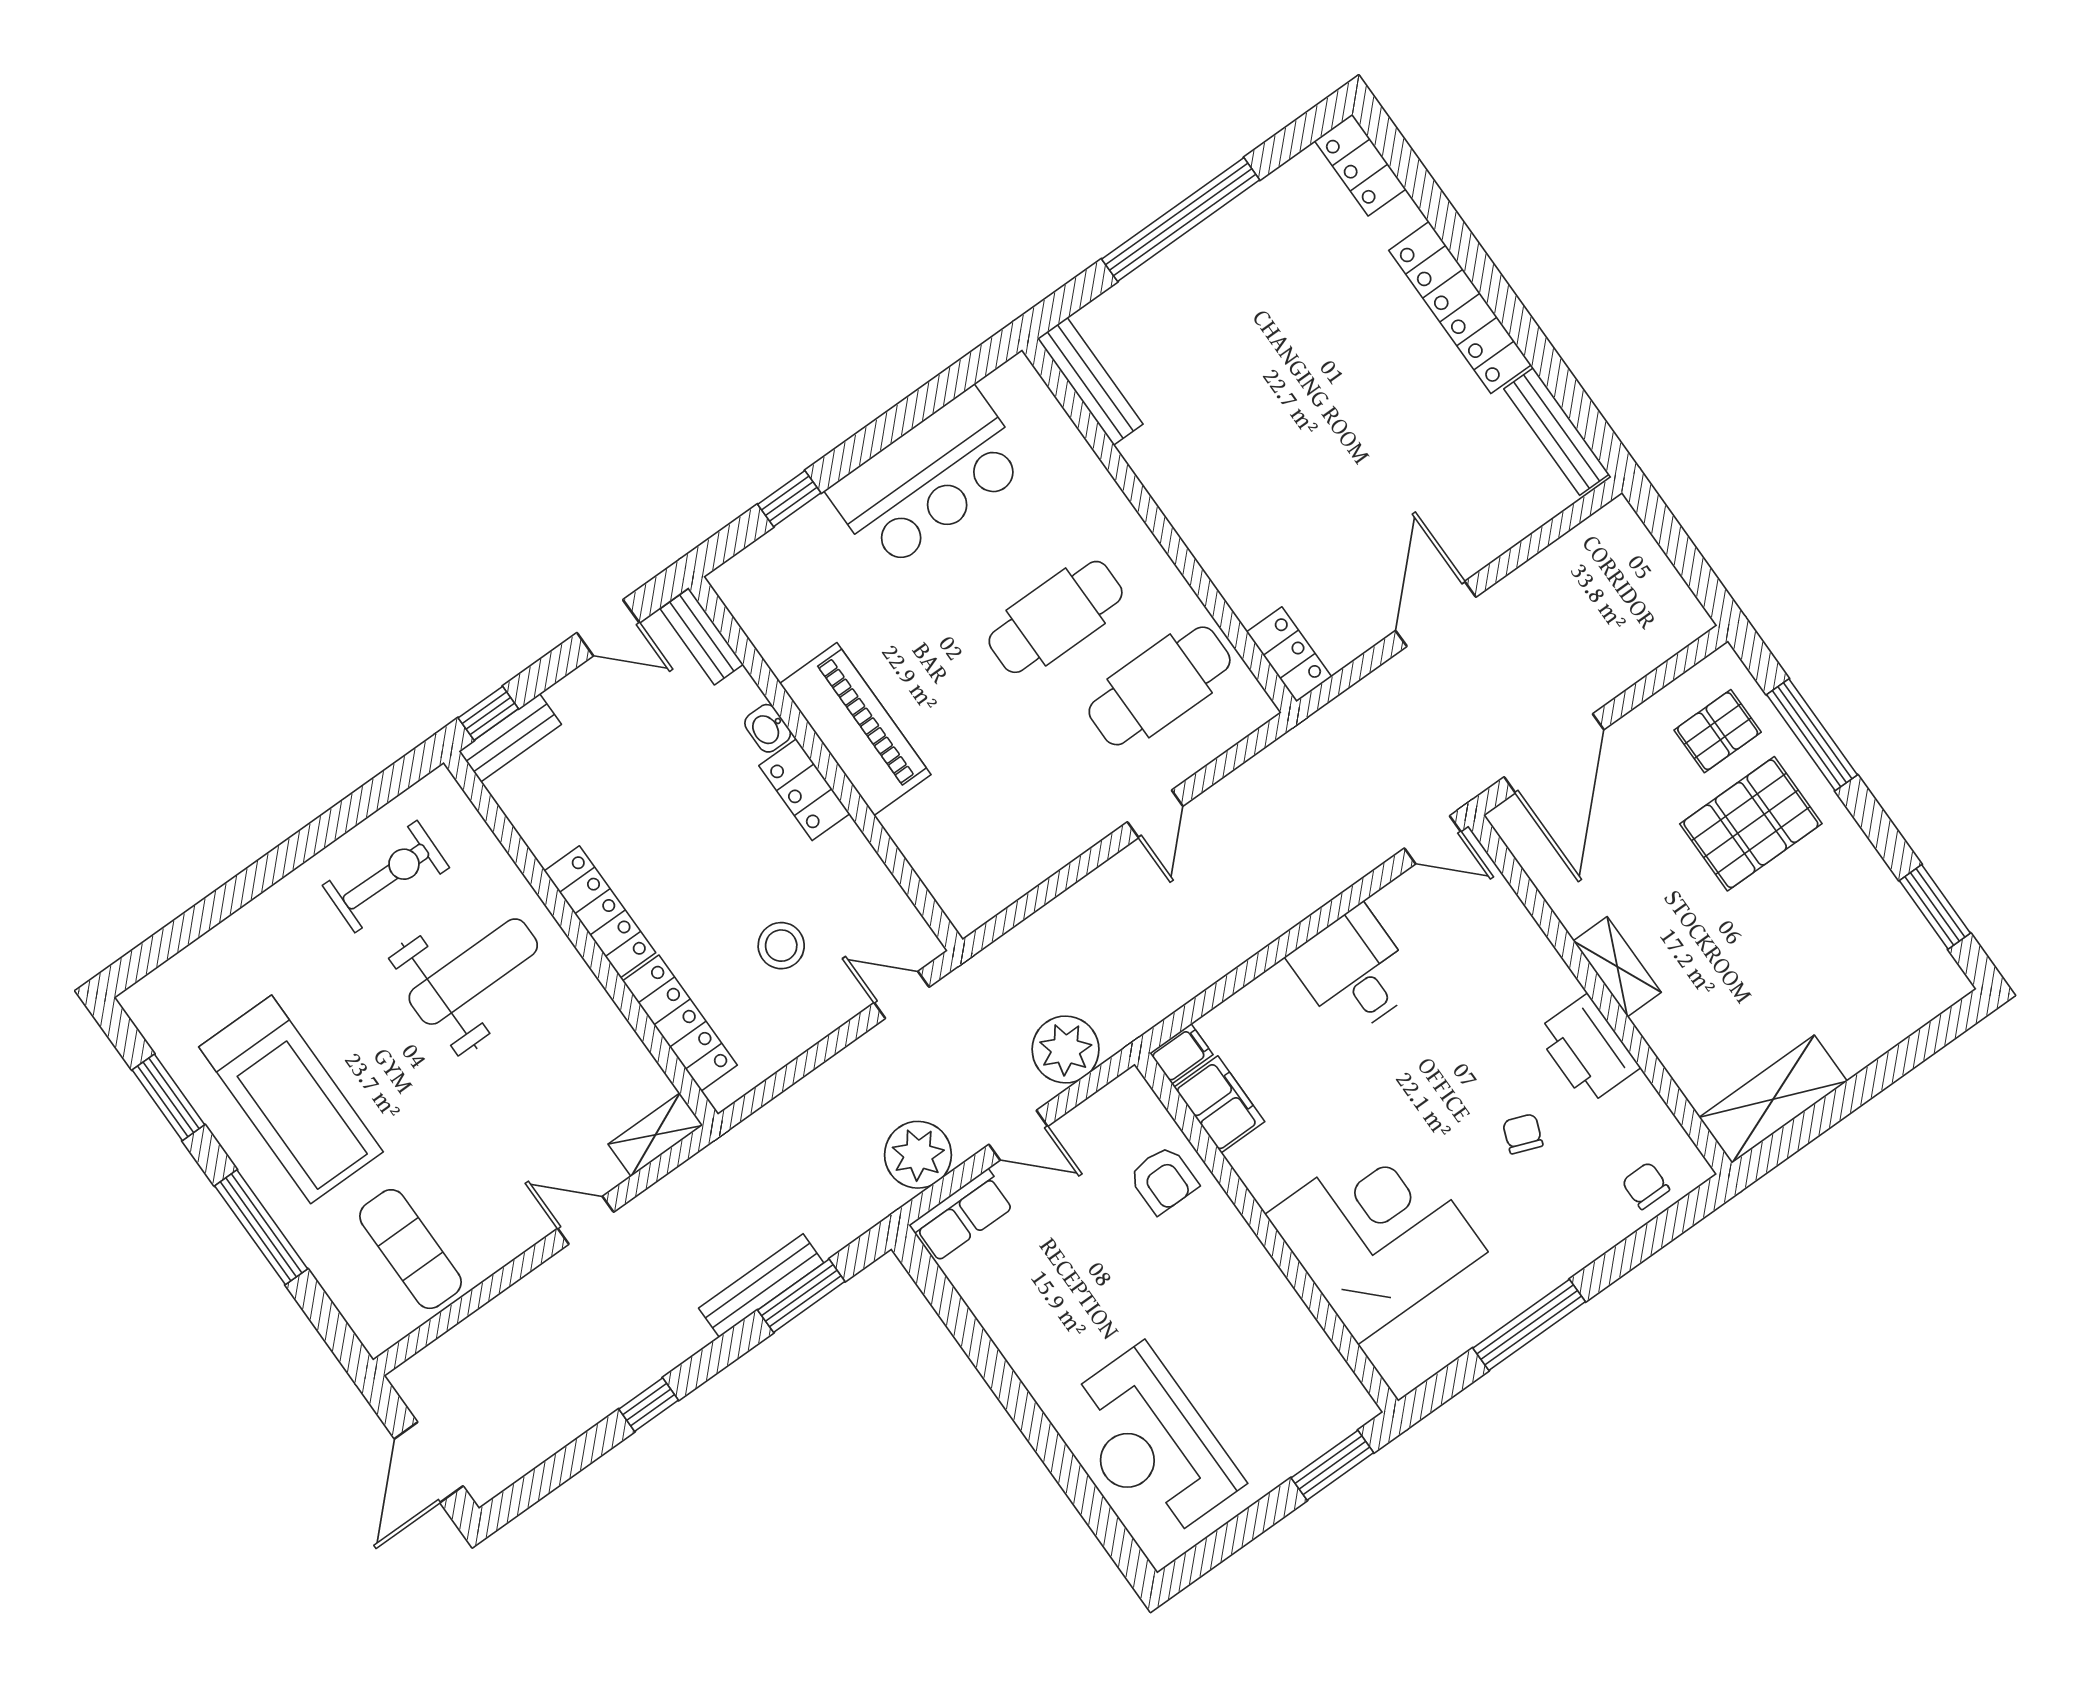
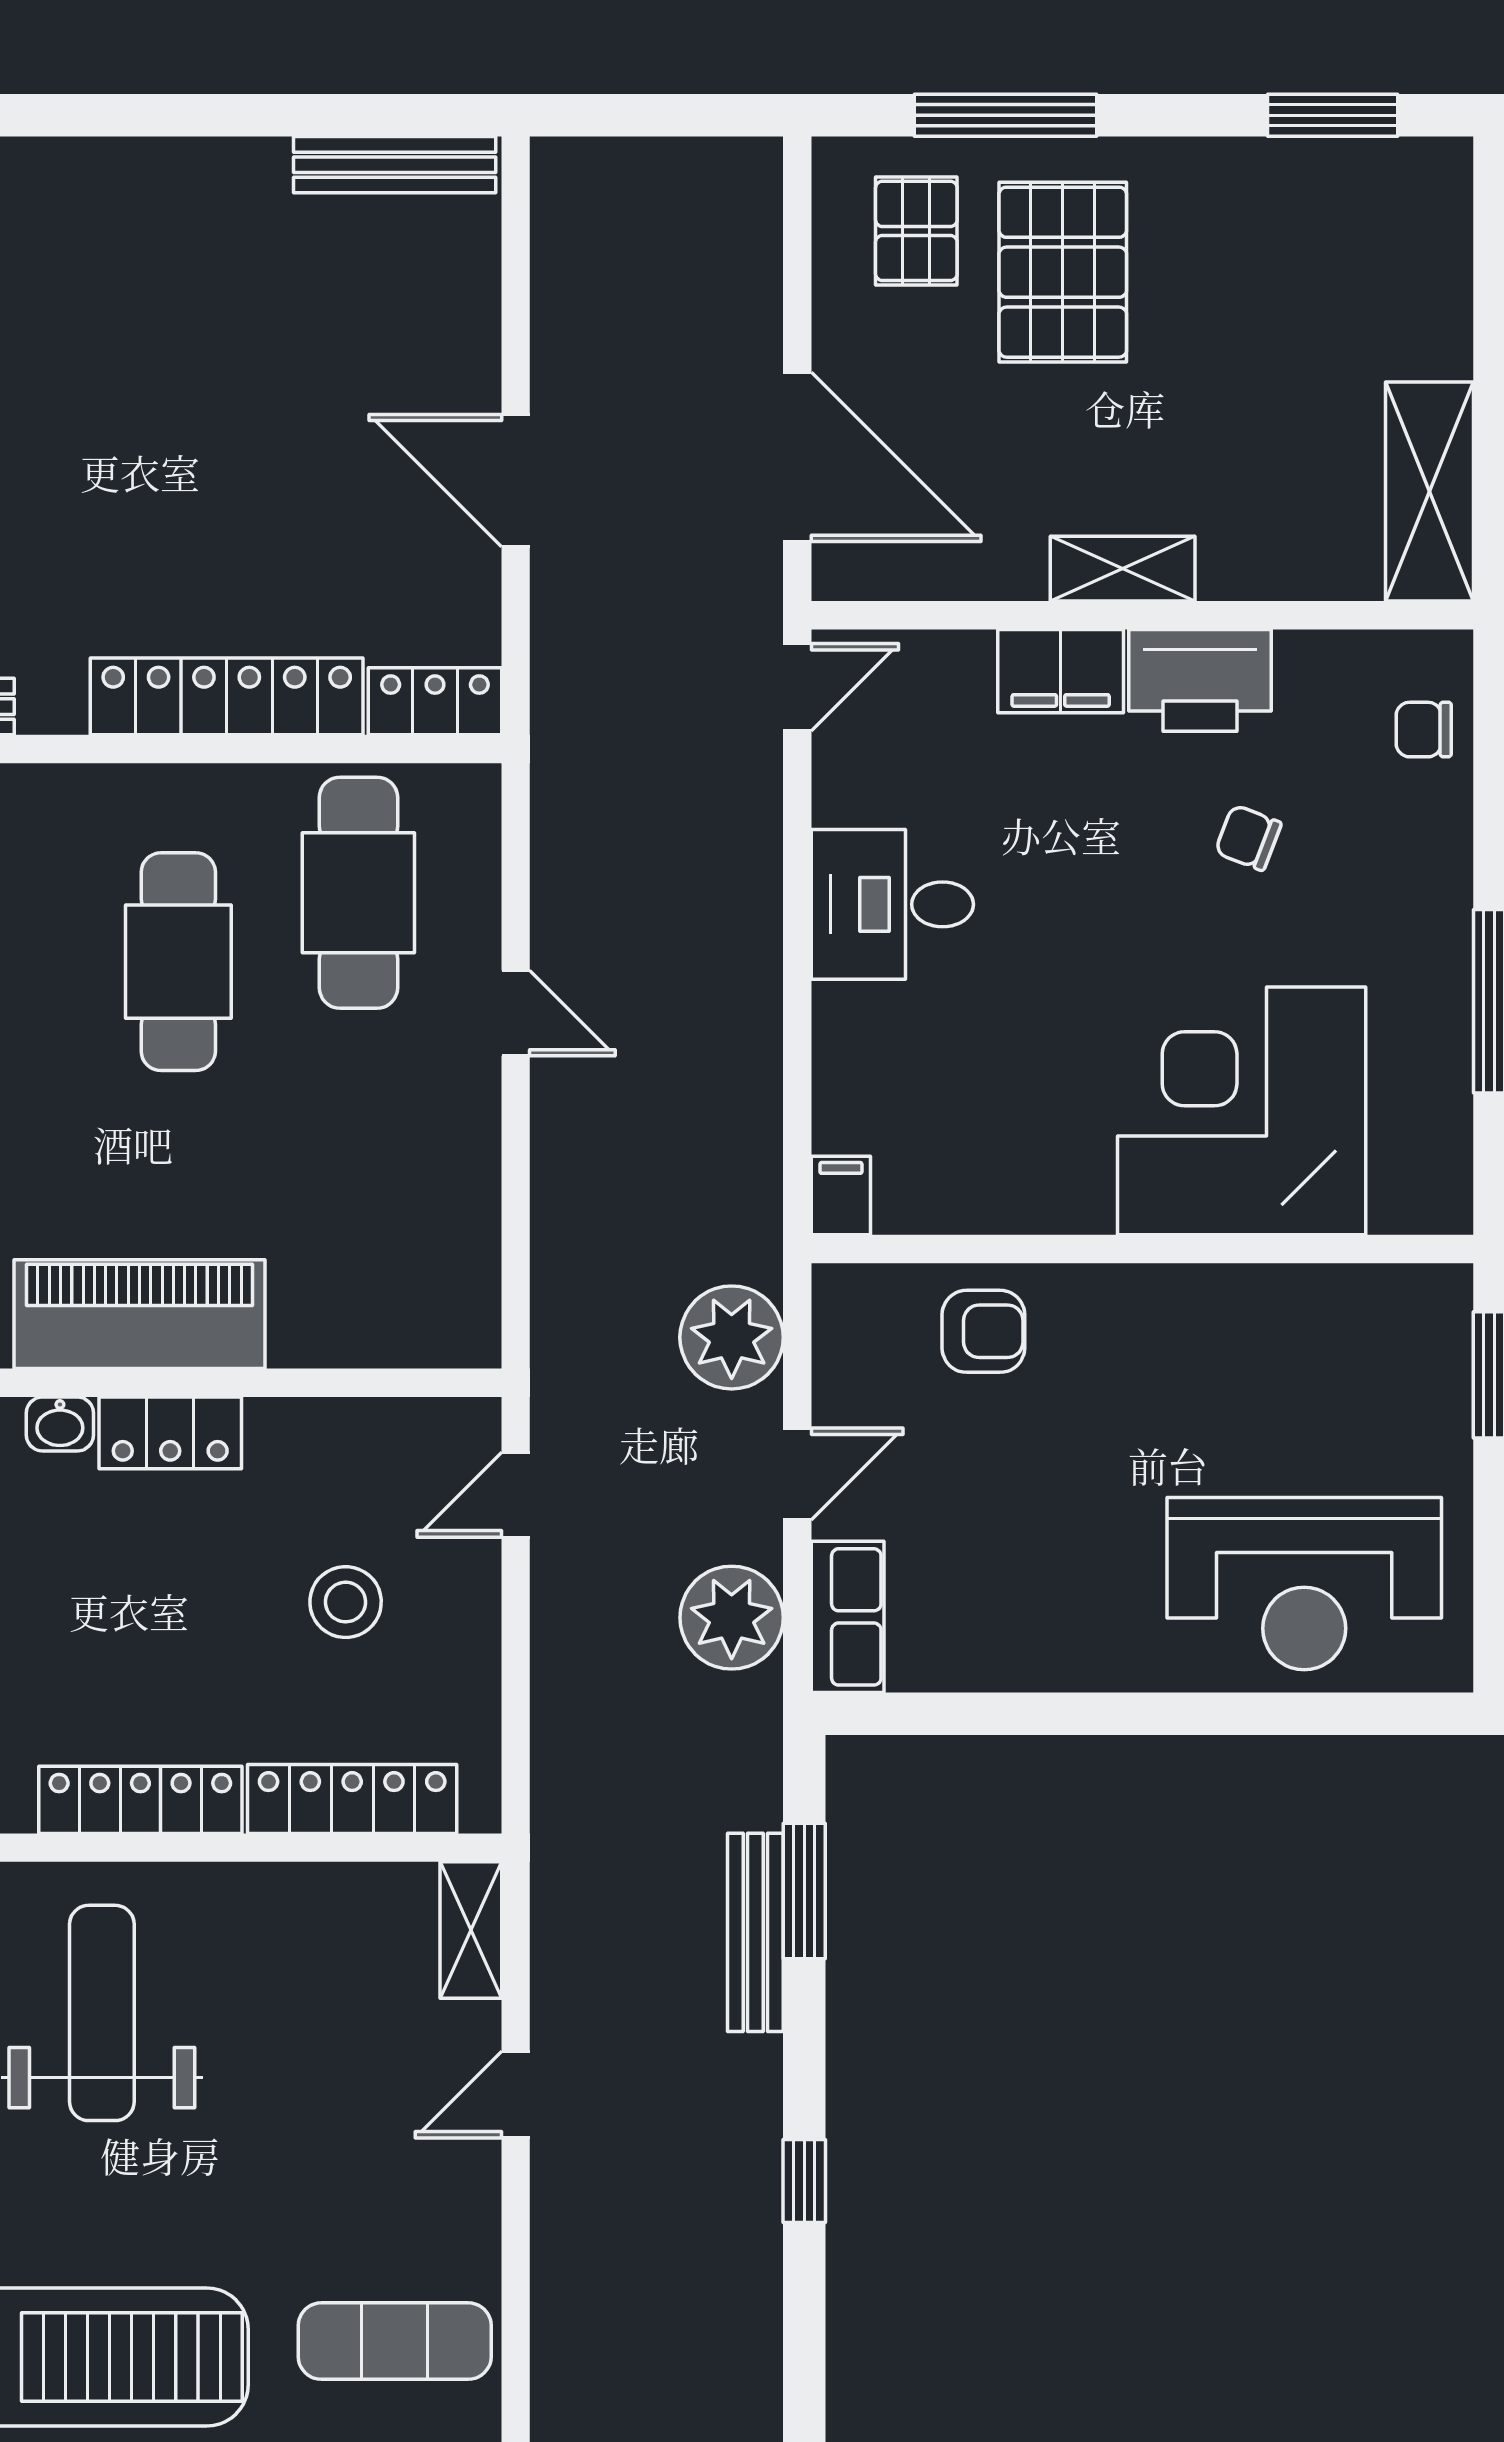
locker: (1460, 308) -> (227, 696), moved, turned 180
filing cabinet: (1219, 1104) -> (1061, 671), moved, turned 180

